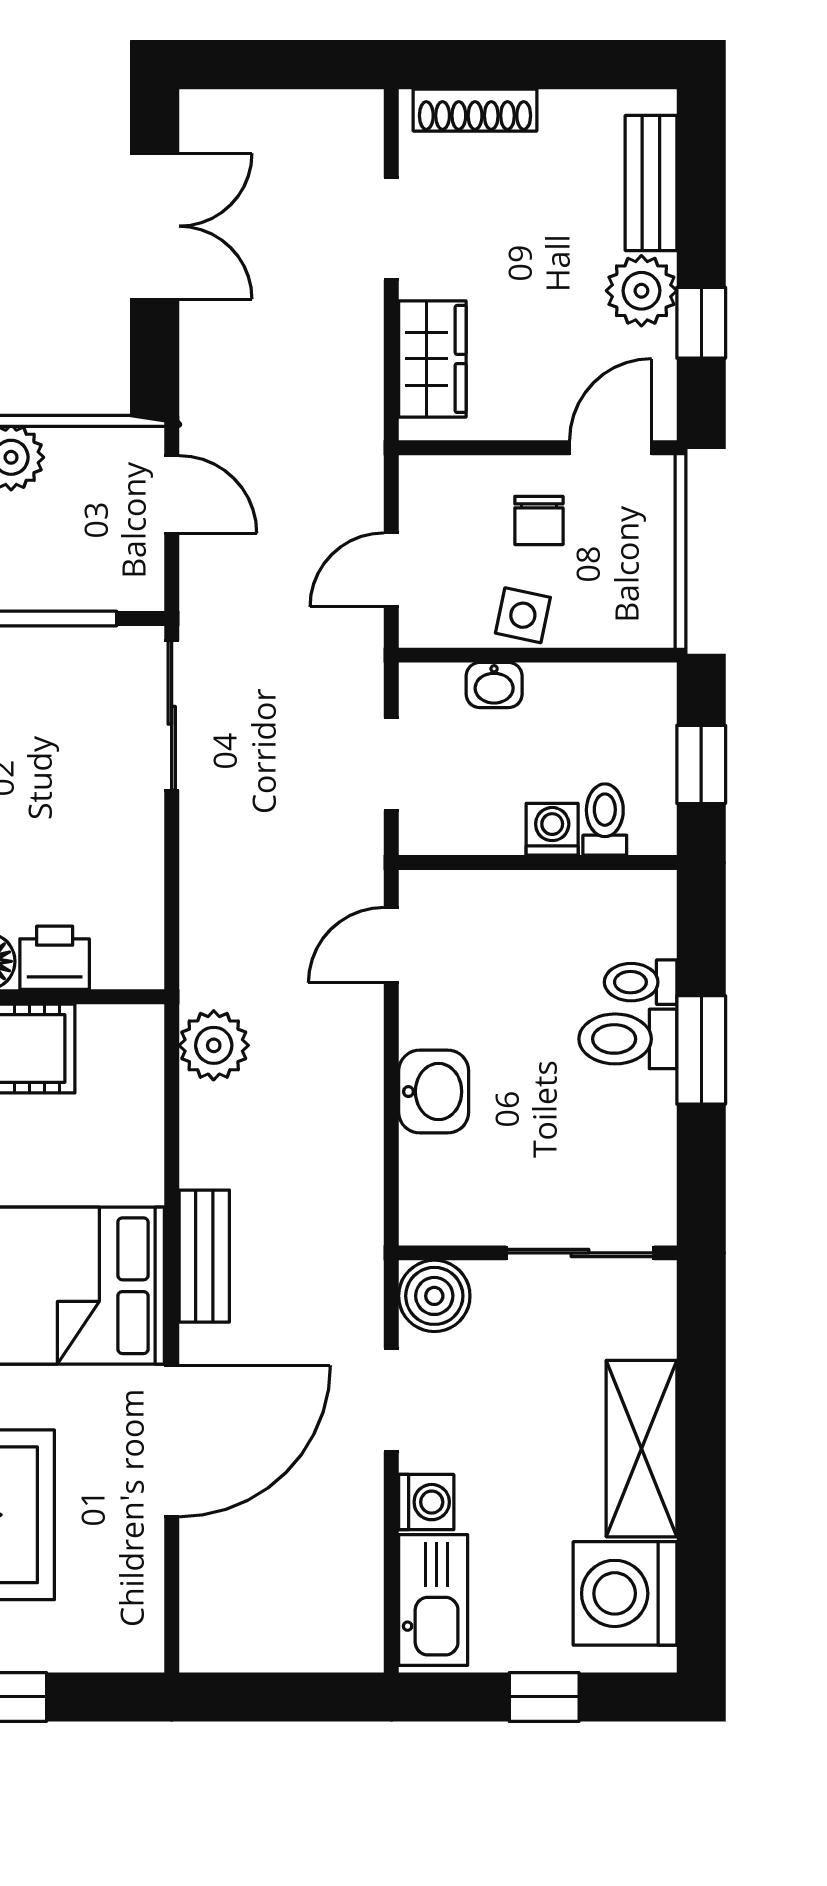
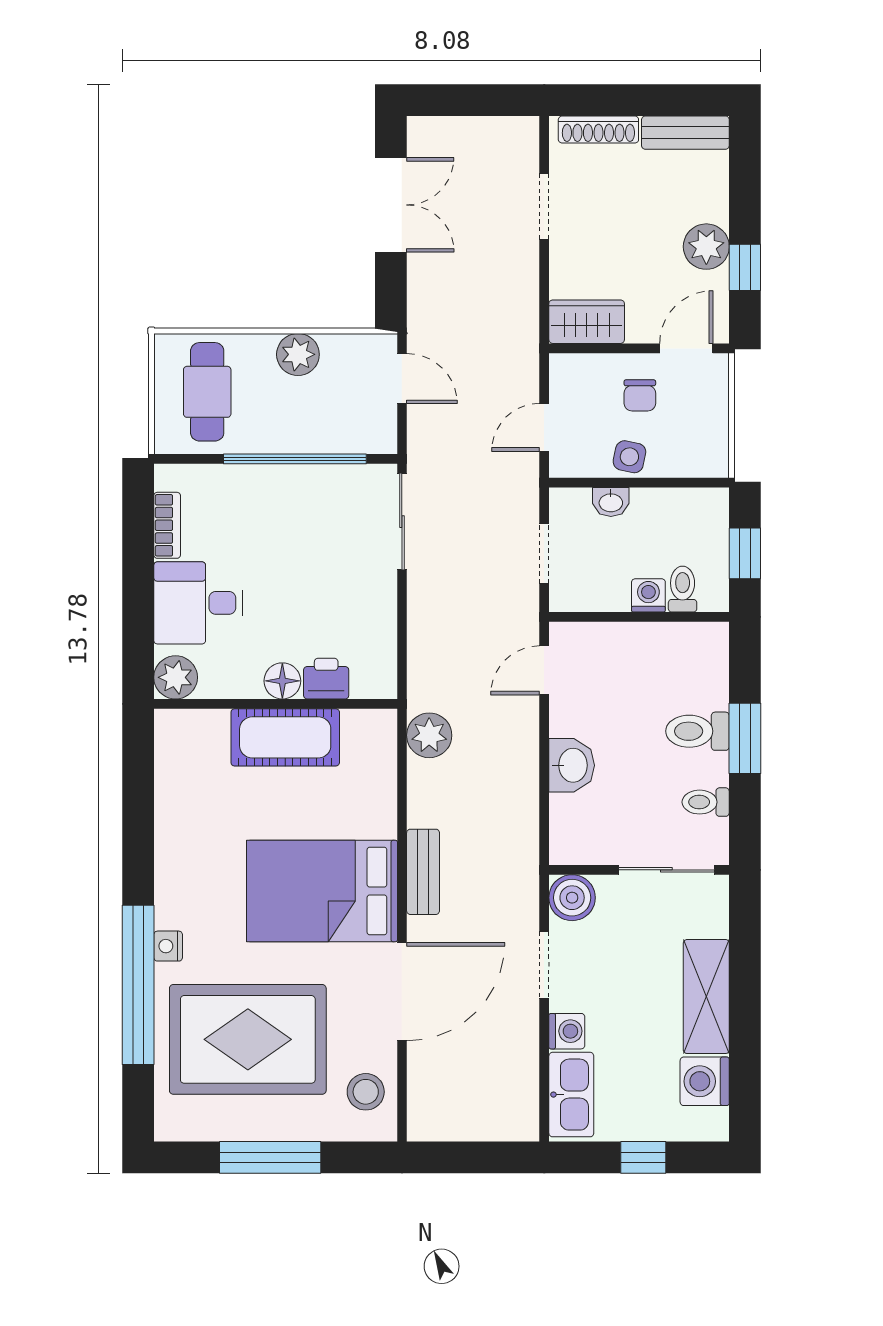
bench: (651, 183) -> (685, 133), moved, turned 90
wardrobe: (432, 359) -> (587, 322), moved, turned -90
toilet: (641, 982) -> (706, 802), moved
washing machine: (625, 1593) -> (705, 1081), width x0.73, depth x0.73
stool: (116, 1596) -> (366, 1092), added

